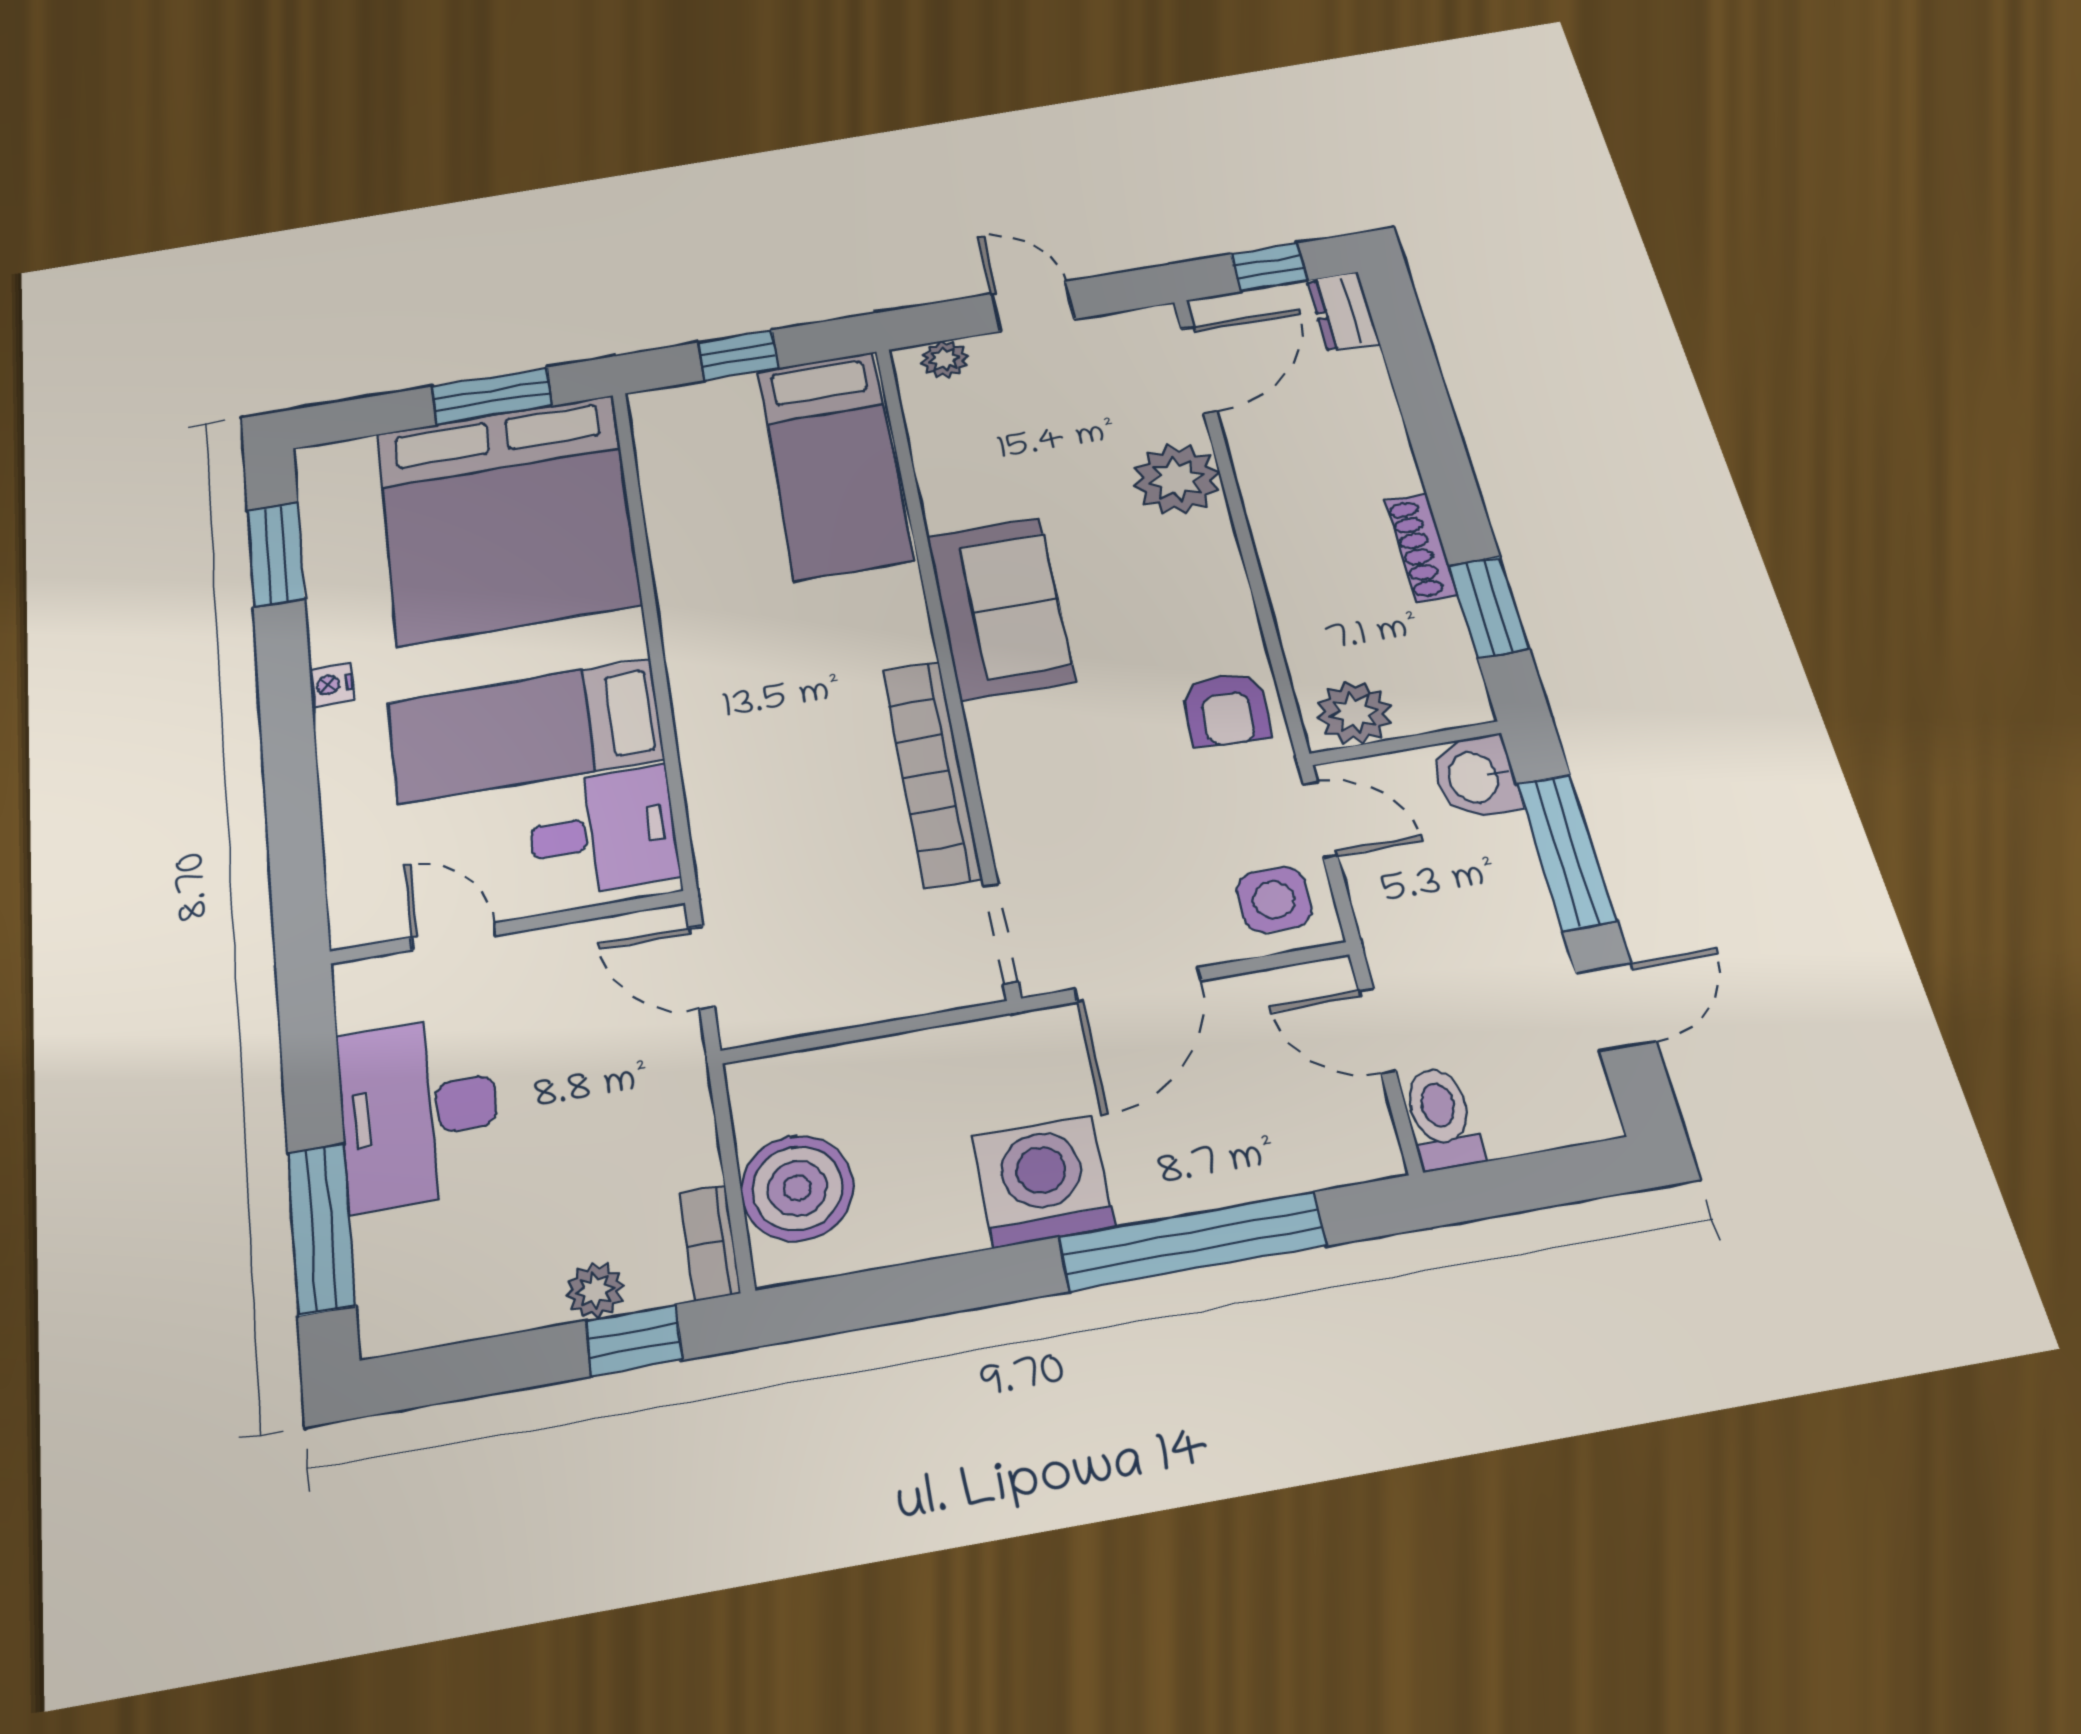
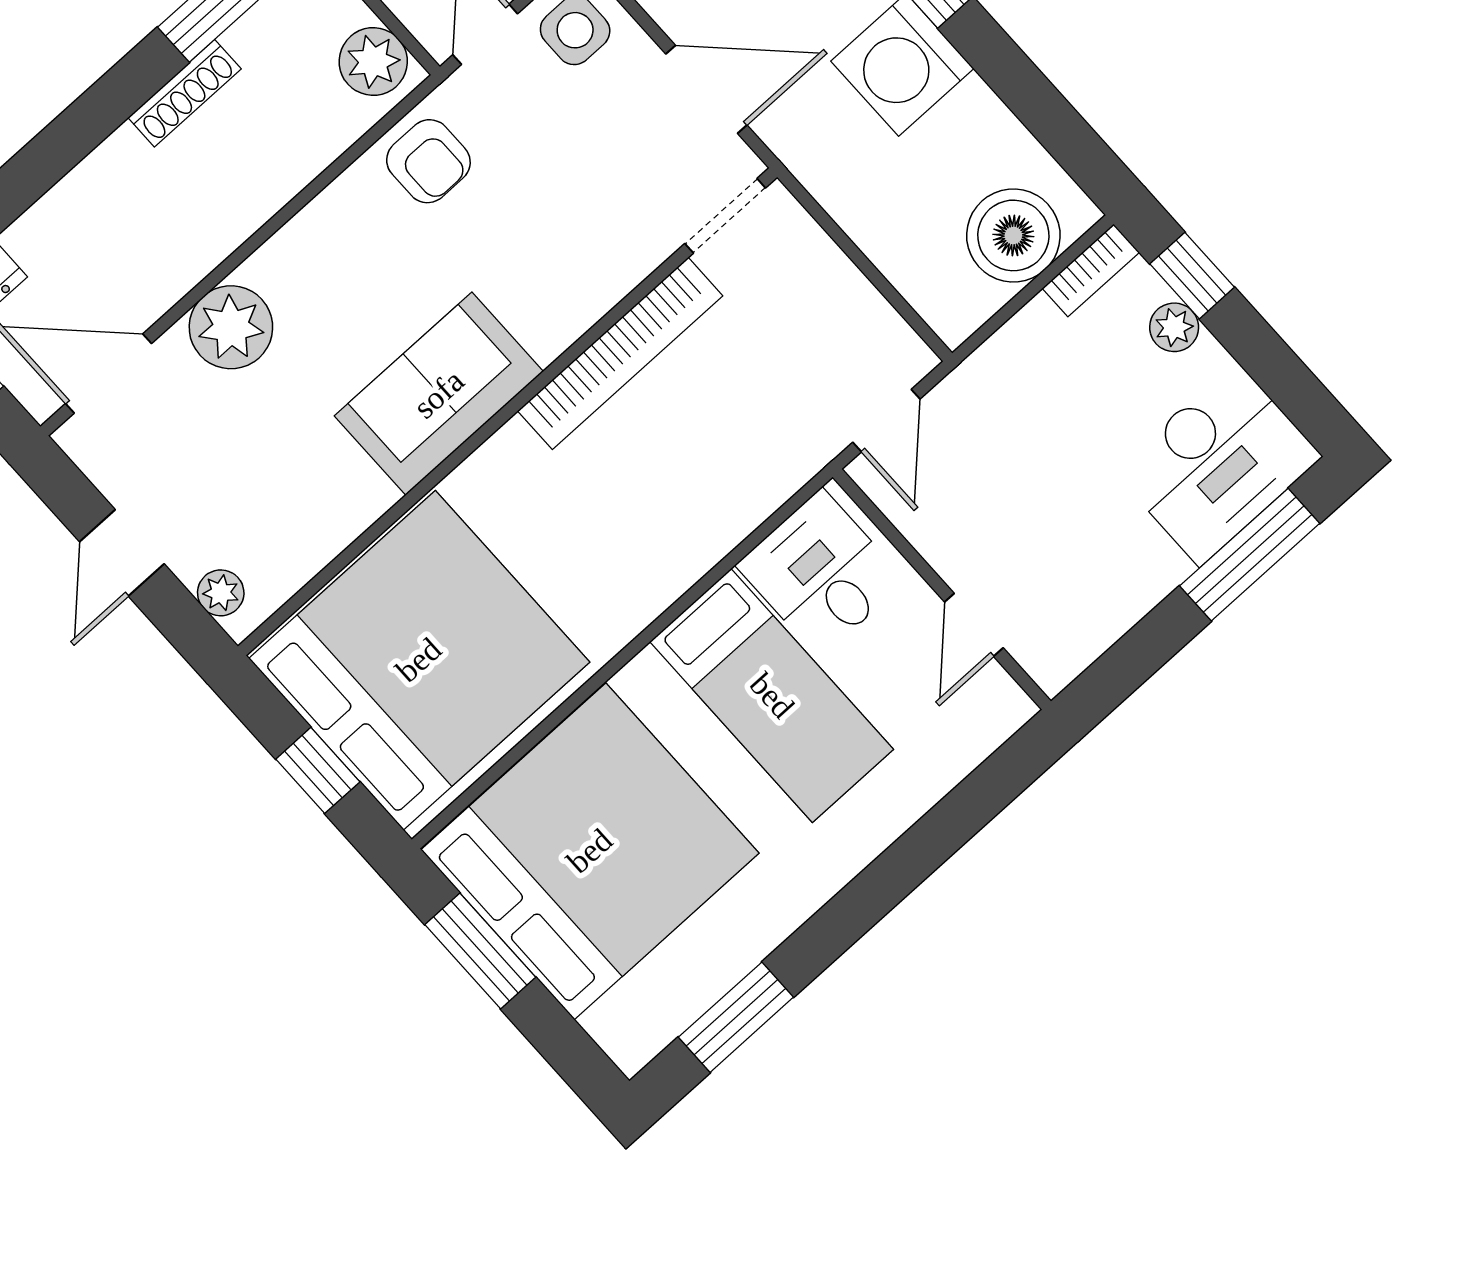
bed: (834, 464) -> (419, 660), width x2.04
nightstand: (331, 685) -> (823, 880), removed
armchair: (1226, 710) -> (428, 161), turned 87
desk: (419, 1111) -> (1218, 464), moved

